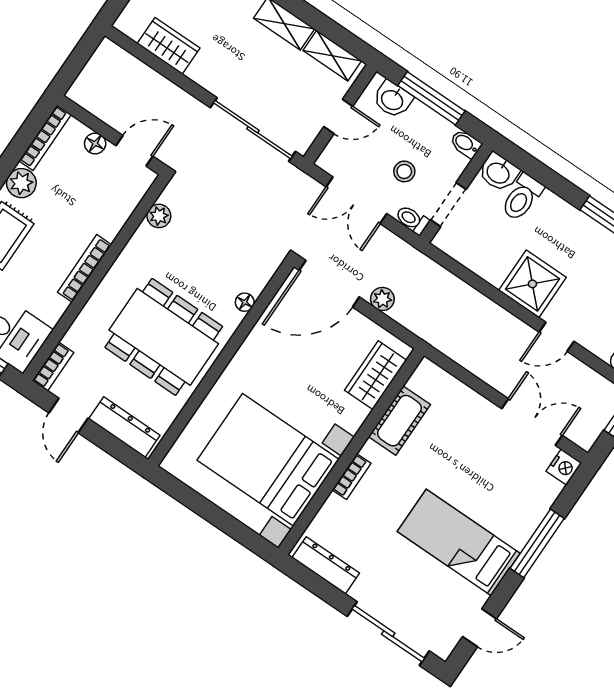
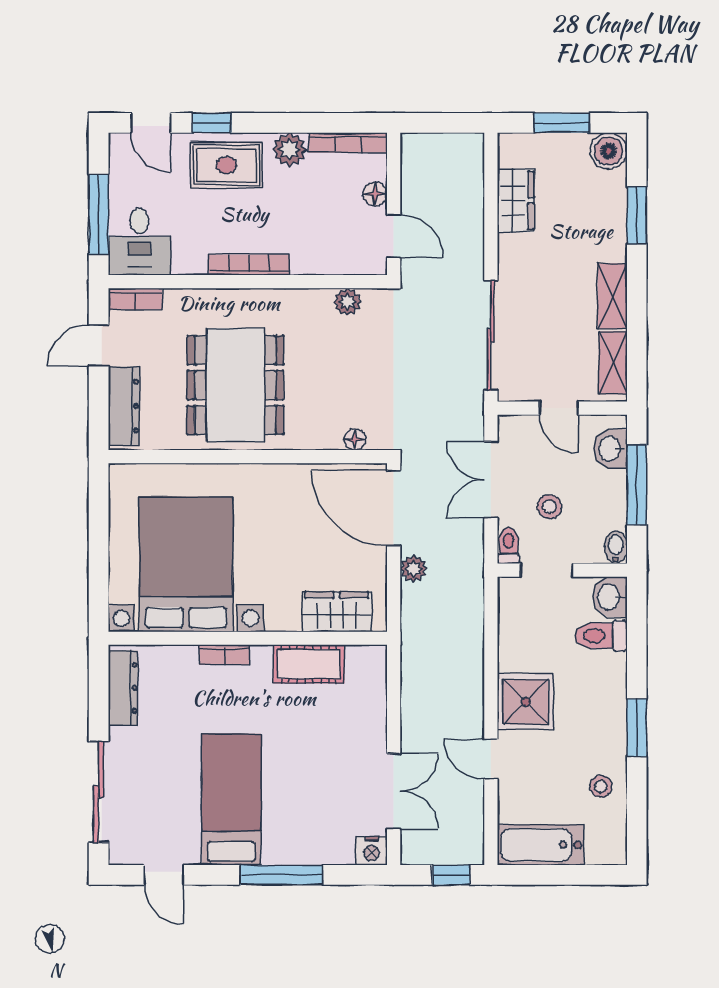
floor lamp: (245, 302) -> (355, 440), moved

